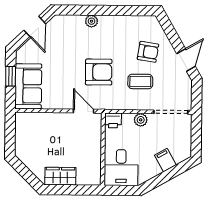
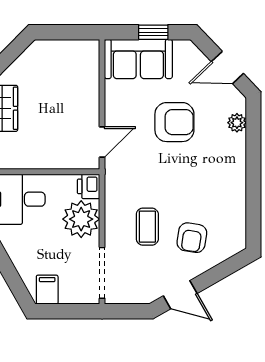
plant: (92, 21) -> (237, 123), moved
armchair: (99, 72) -> (174, 122), moved, turned -90
plant: (141, 120) -> (81, 219), width x1.88, depth x1.88
filing cabinet: (165, 160) -> (47, 290), moved, turned -61

